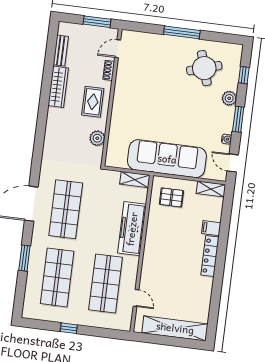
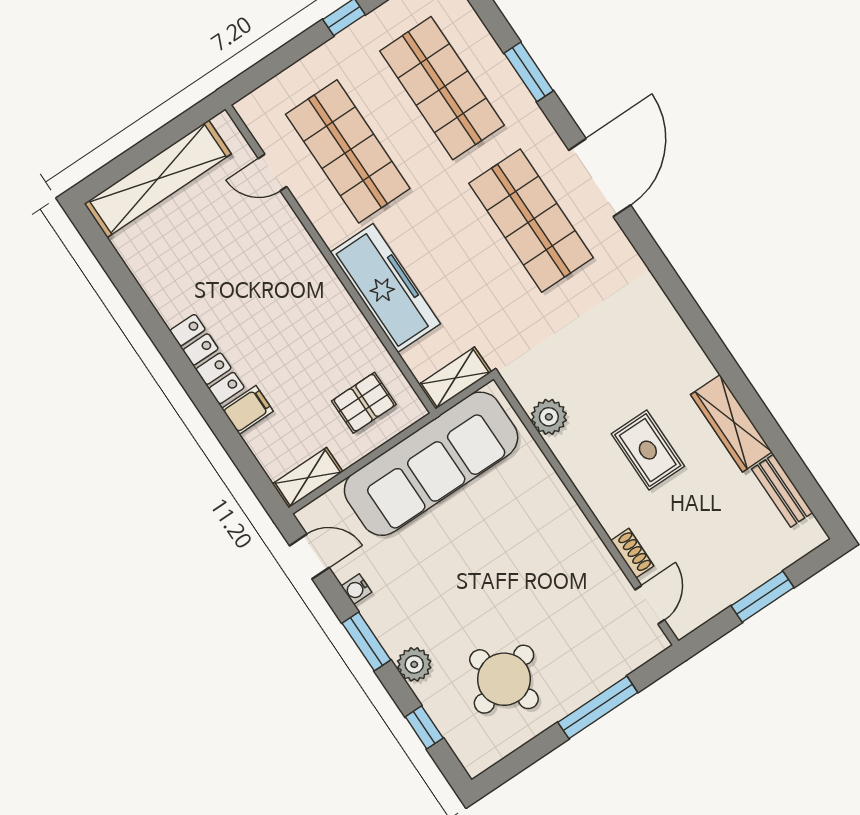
door: (118, 49) -> (650, 605), moved
shoe rack: (109, 70) -> (632, 553), moved
wall: (112, 97) -> (586, 510), moved
plant: (97, 138) -> (549, 417), moved

